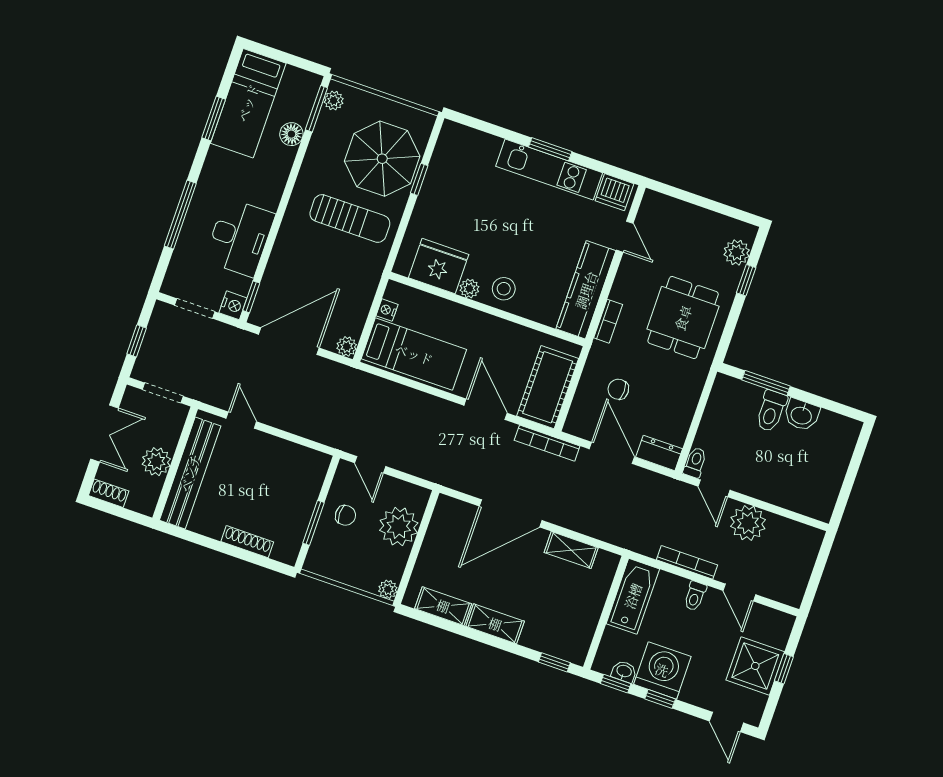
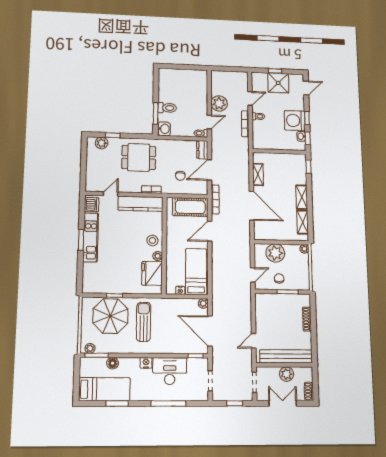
nightstand: (233, 305) -> (146, 363), moved
washbasin: (801, 415) -> (164, 129), moved
bathtub: (633, 596) -> (268, 142), removed

